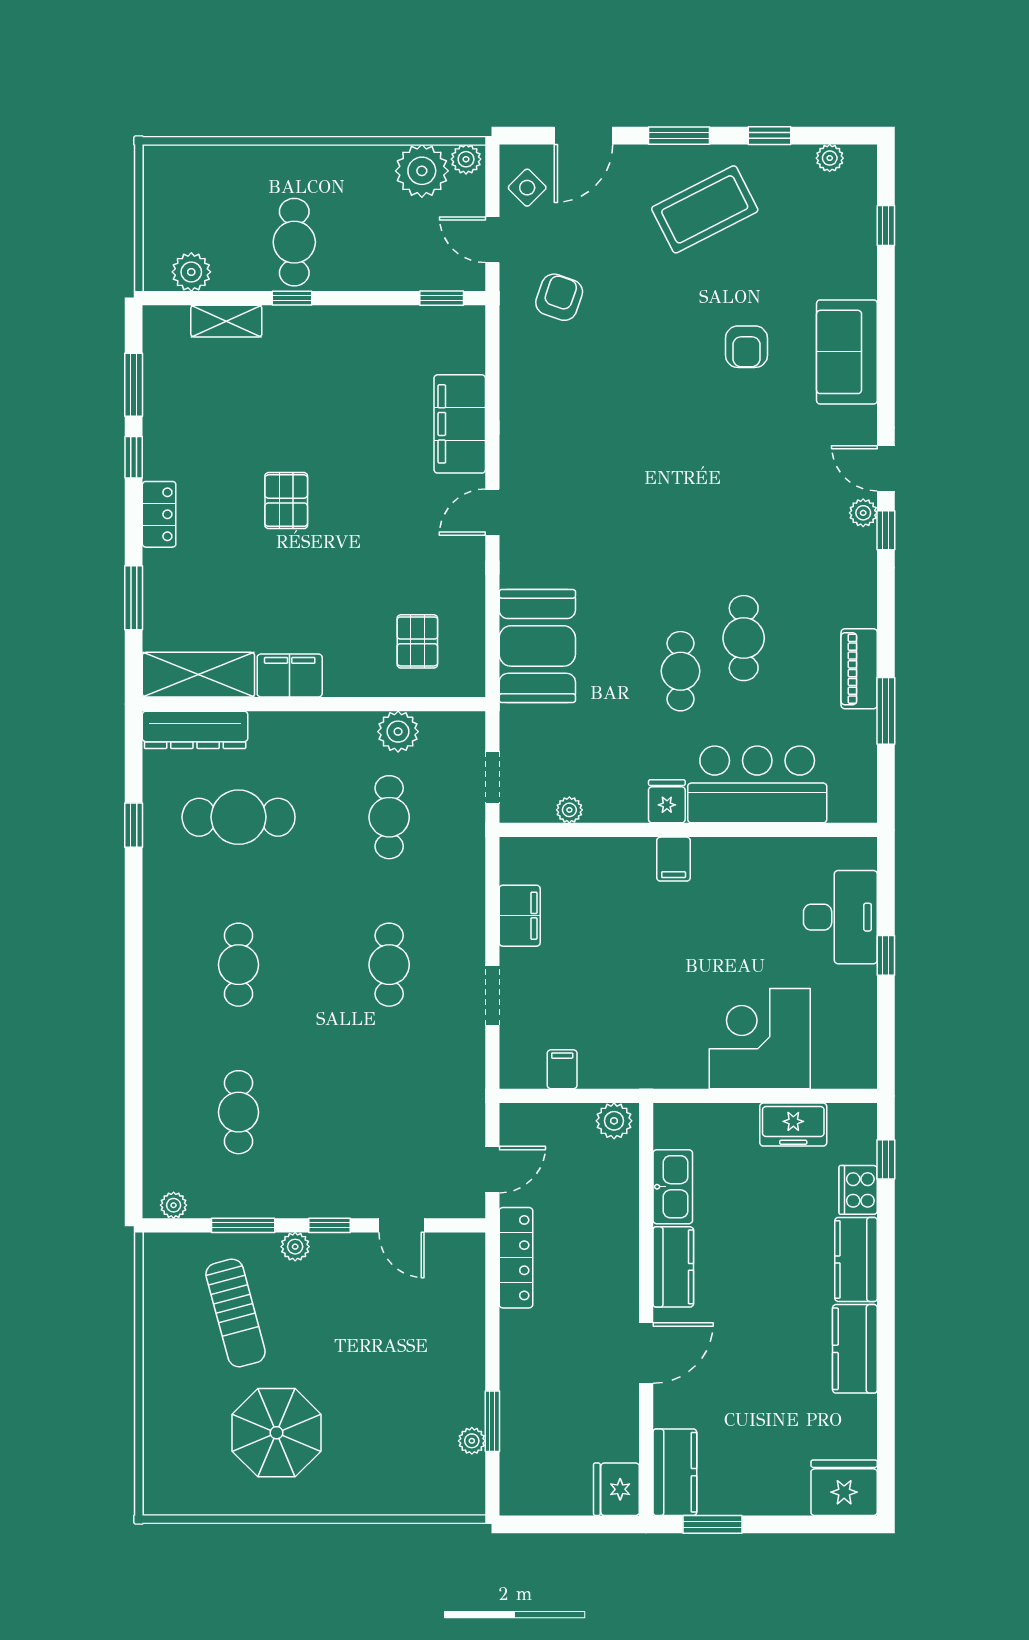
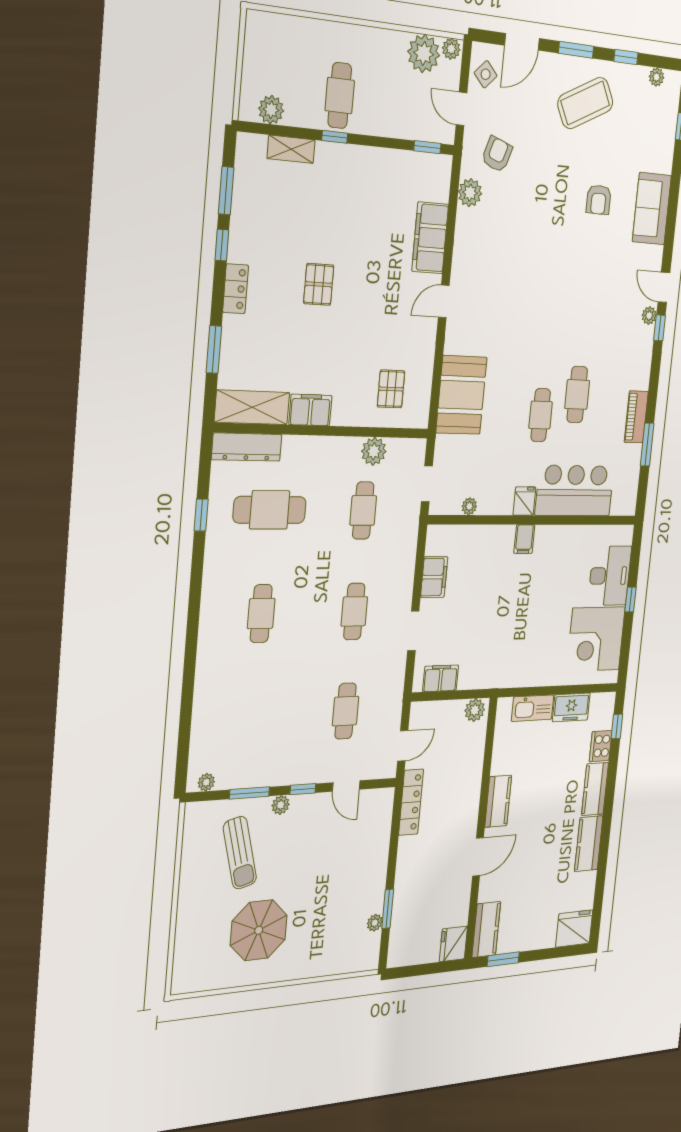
plant: (520, 355) -> (470, 193), added
corner desk: (760, 1039) -> (596, 639), moved, turned -90
filing cabinet: (562, 1069) -> (441, 678), width x2.00
cafe table: (239, 1112) -> (346, 711), moved
kitchen sink: (673, 1187) -> (533, 708), moved, turned 90

